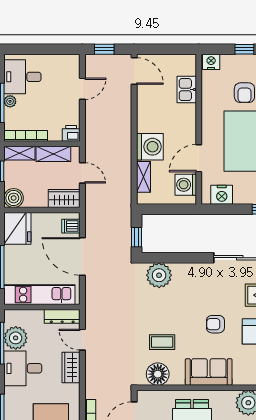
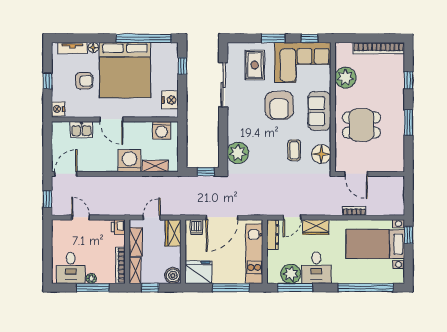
door: (199, 158) -> (111, 119), moved
armchair: (215, 324) -> (279, 105), width x1.88, depth x1.88

